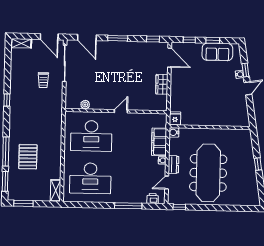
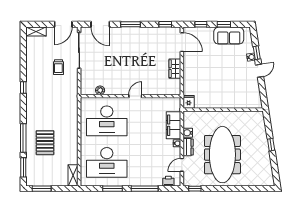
door: (49, 37) -> (63, 24), hinge flipped
water cooler: (174, 132) -> (188, 133), moved
window: (96, 205) -> (112, 189), added

